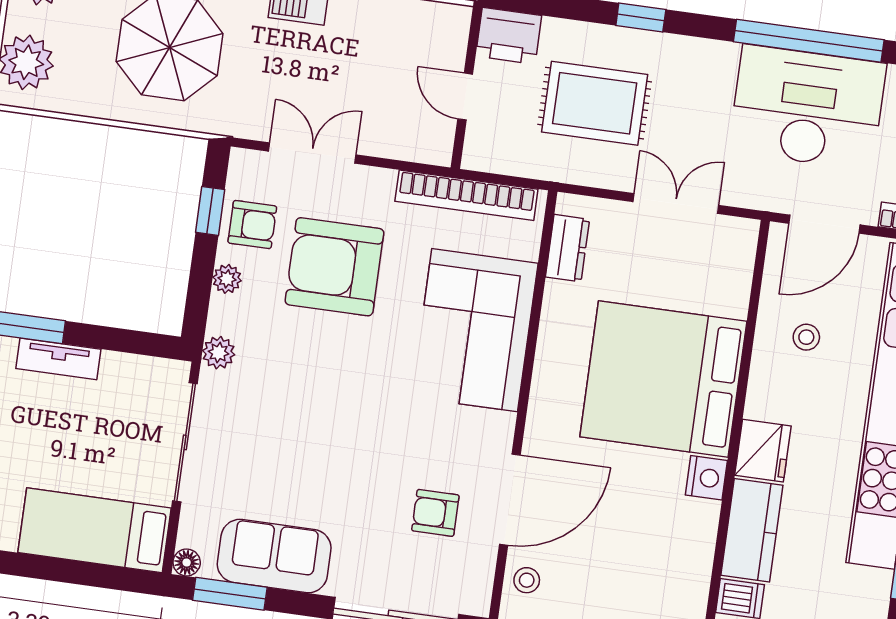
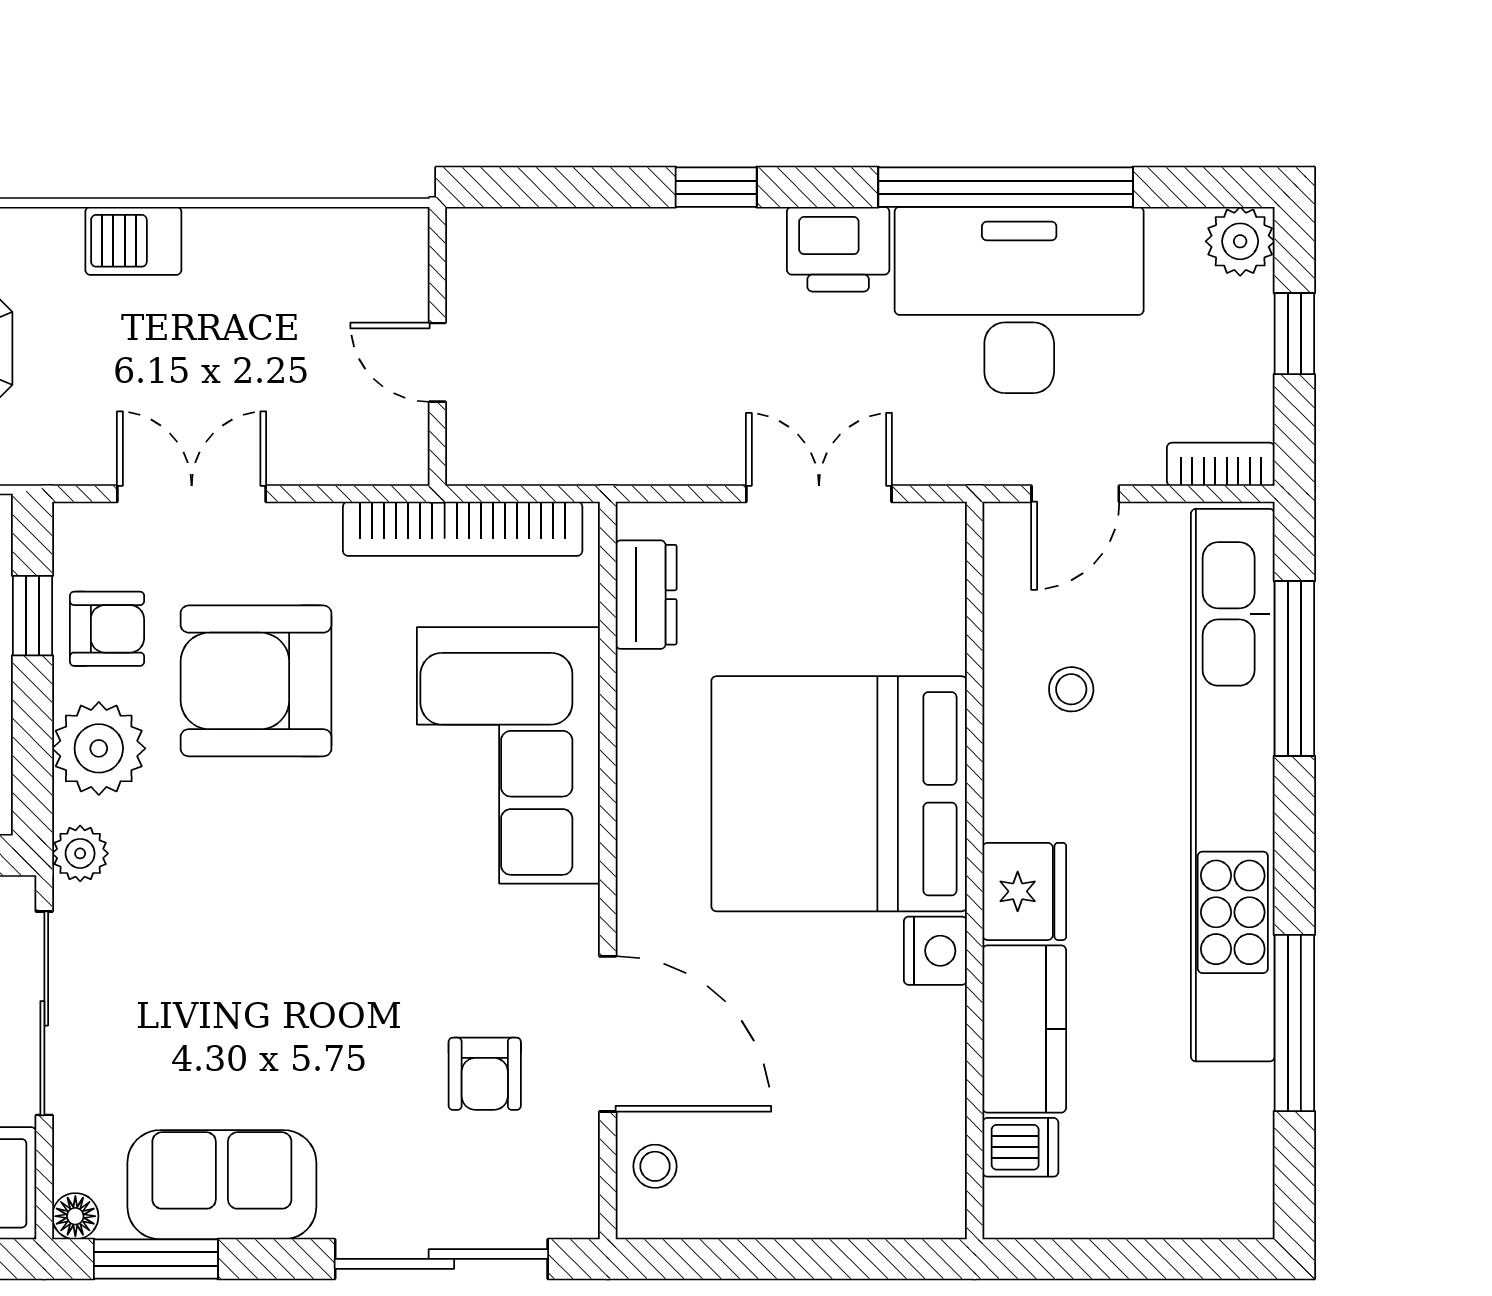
printer: (509, 36) -> (838, 249), moved
rug: (595, 103) -> (658, 343), removed
door: (824, 224) -> (1075, 494), width x0.73
plant: (227, 279) -> (99, 748), width x1.88, depth x1.88
door: (510, 500) -> (608, 1034), hinge flipped
armchair: (435, 513) -> (485, 1074), turned -90

